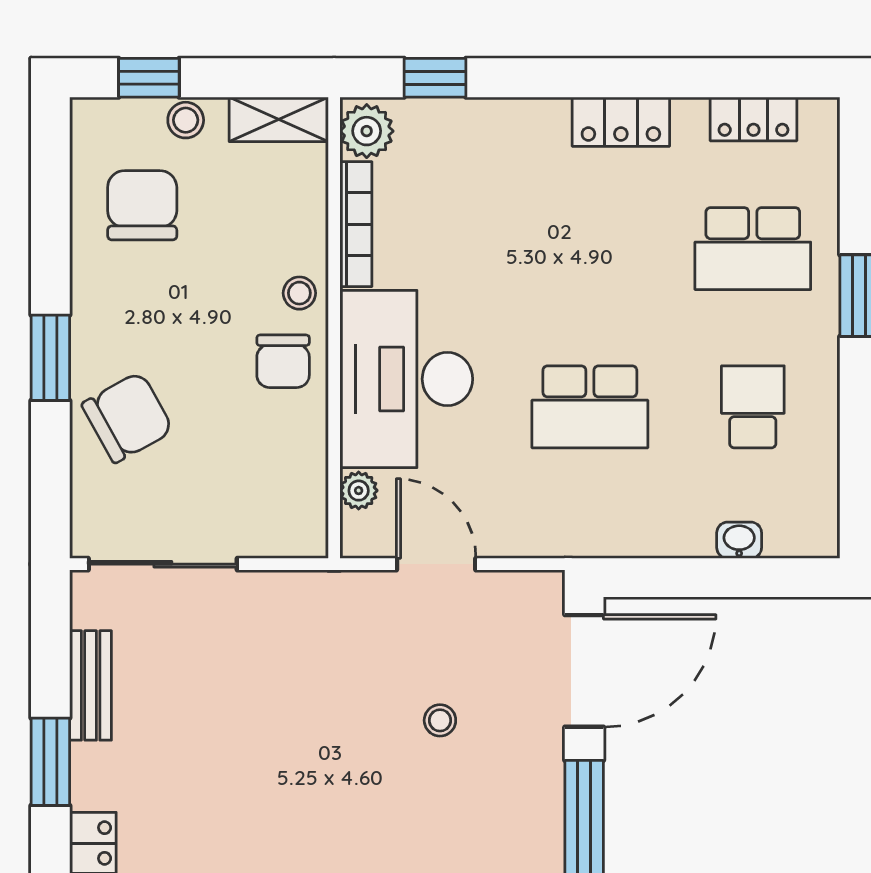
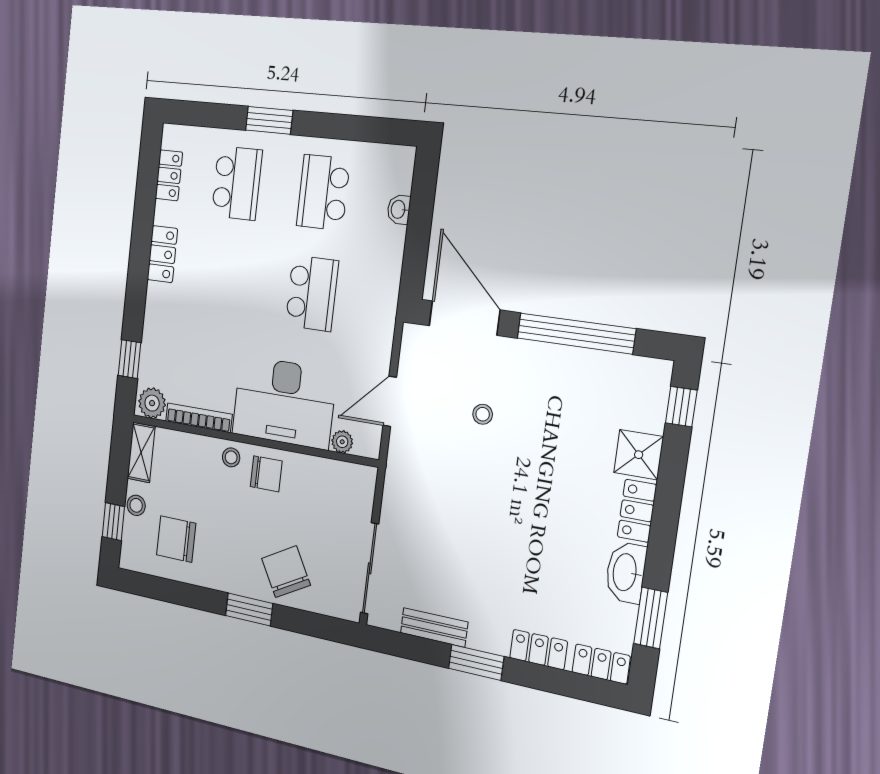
school desk: (753, 407) -> (323, 192), width x1.85

